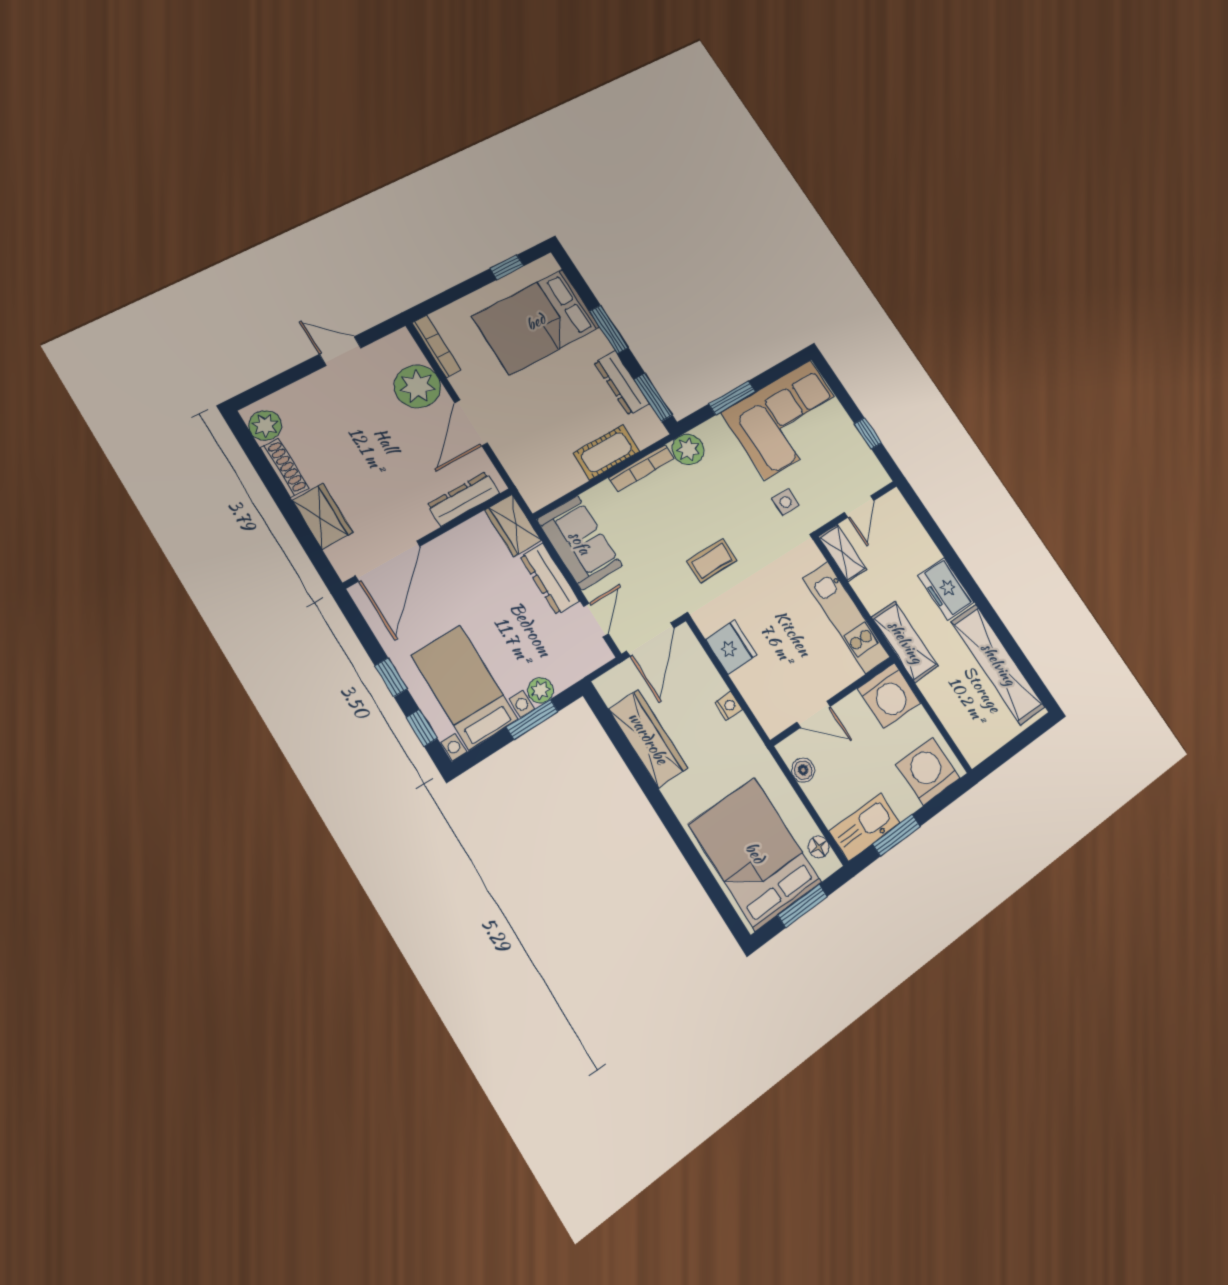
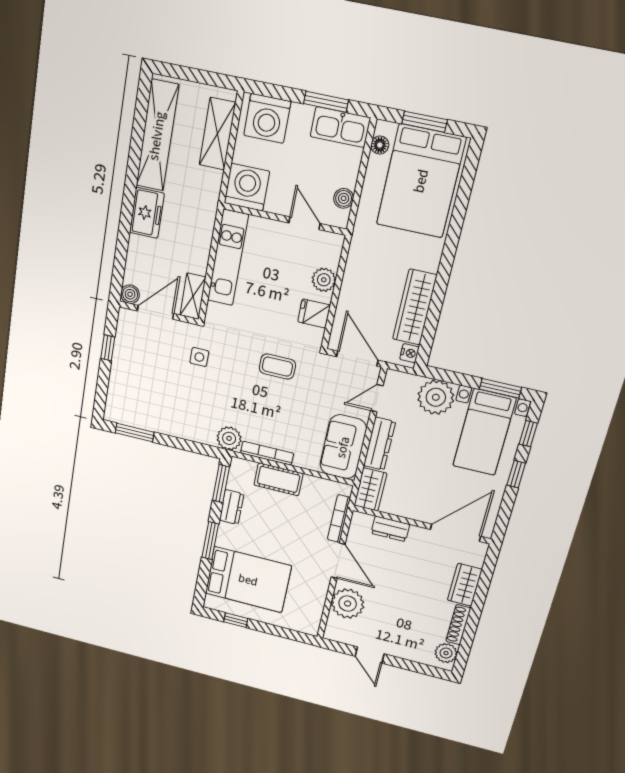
bookcase: (436, 346) -> (339, 519), moved
dresser: (622, 383) -> (232, 507), width x0.70
window: (732, 398) -> (135, 433), moved
corner sofa: (788, 419) -> (151, 400), removed
door: (471, 423) -> (338, 561), hinge flipped
dresser: (463, 499) -> (390, 529), width x0.70
boiler: (894, 502) -> (130, 294), added
door: (859, 507) -> (155, 312), width x1.38
door: (650, 640) -> (357, 359), hinge flipped
shelving: (905, 642) -> (217, 134), moved
fridge: (731, 647) -> (314, 313), width x0.72
plant: (749, 681) -> (324, 280), added
plant: (540, 690) -> (436, 397), width x1.88, depth x1.88
nightstand: (728, 706) -> (409, 353), moved, turned 180
window: (532, 719) -> (500, 388), moved

